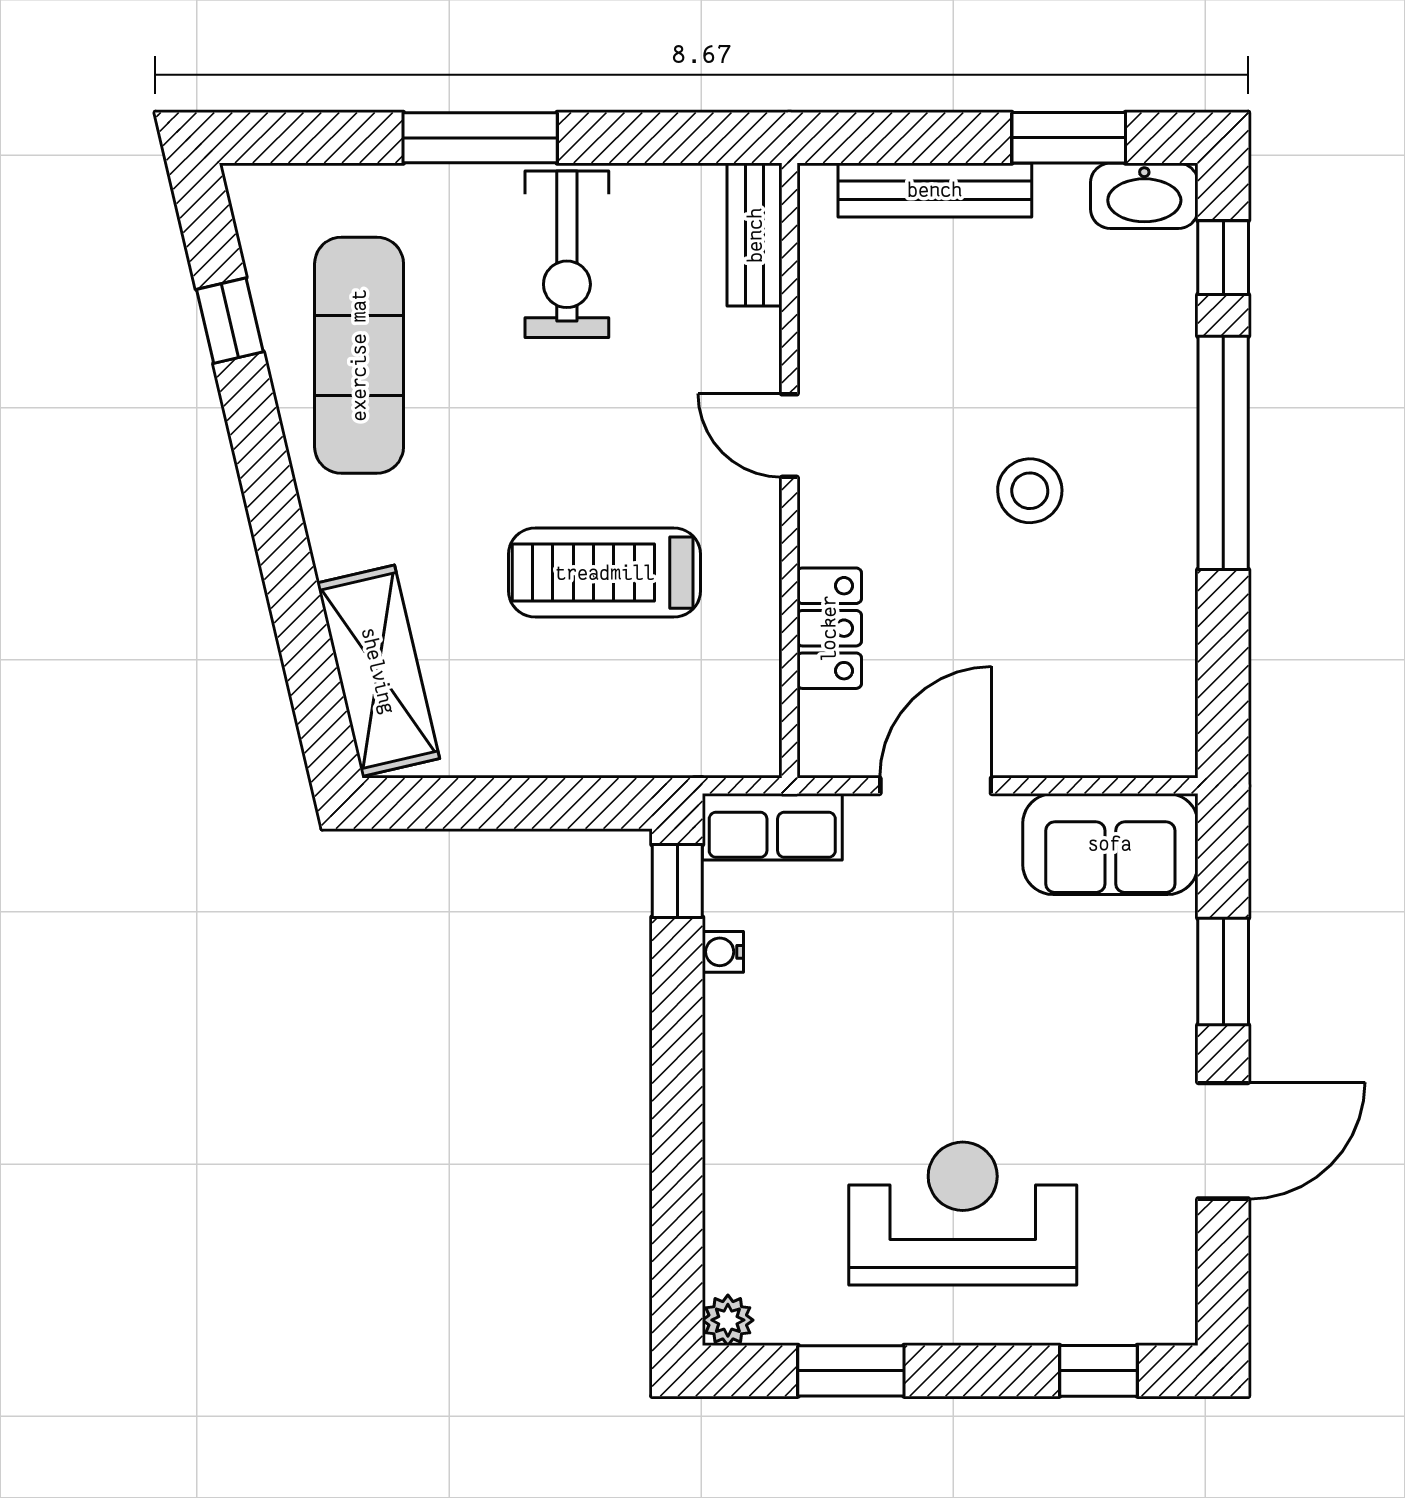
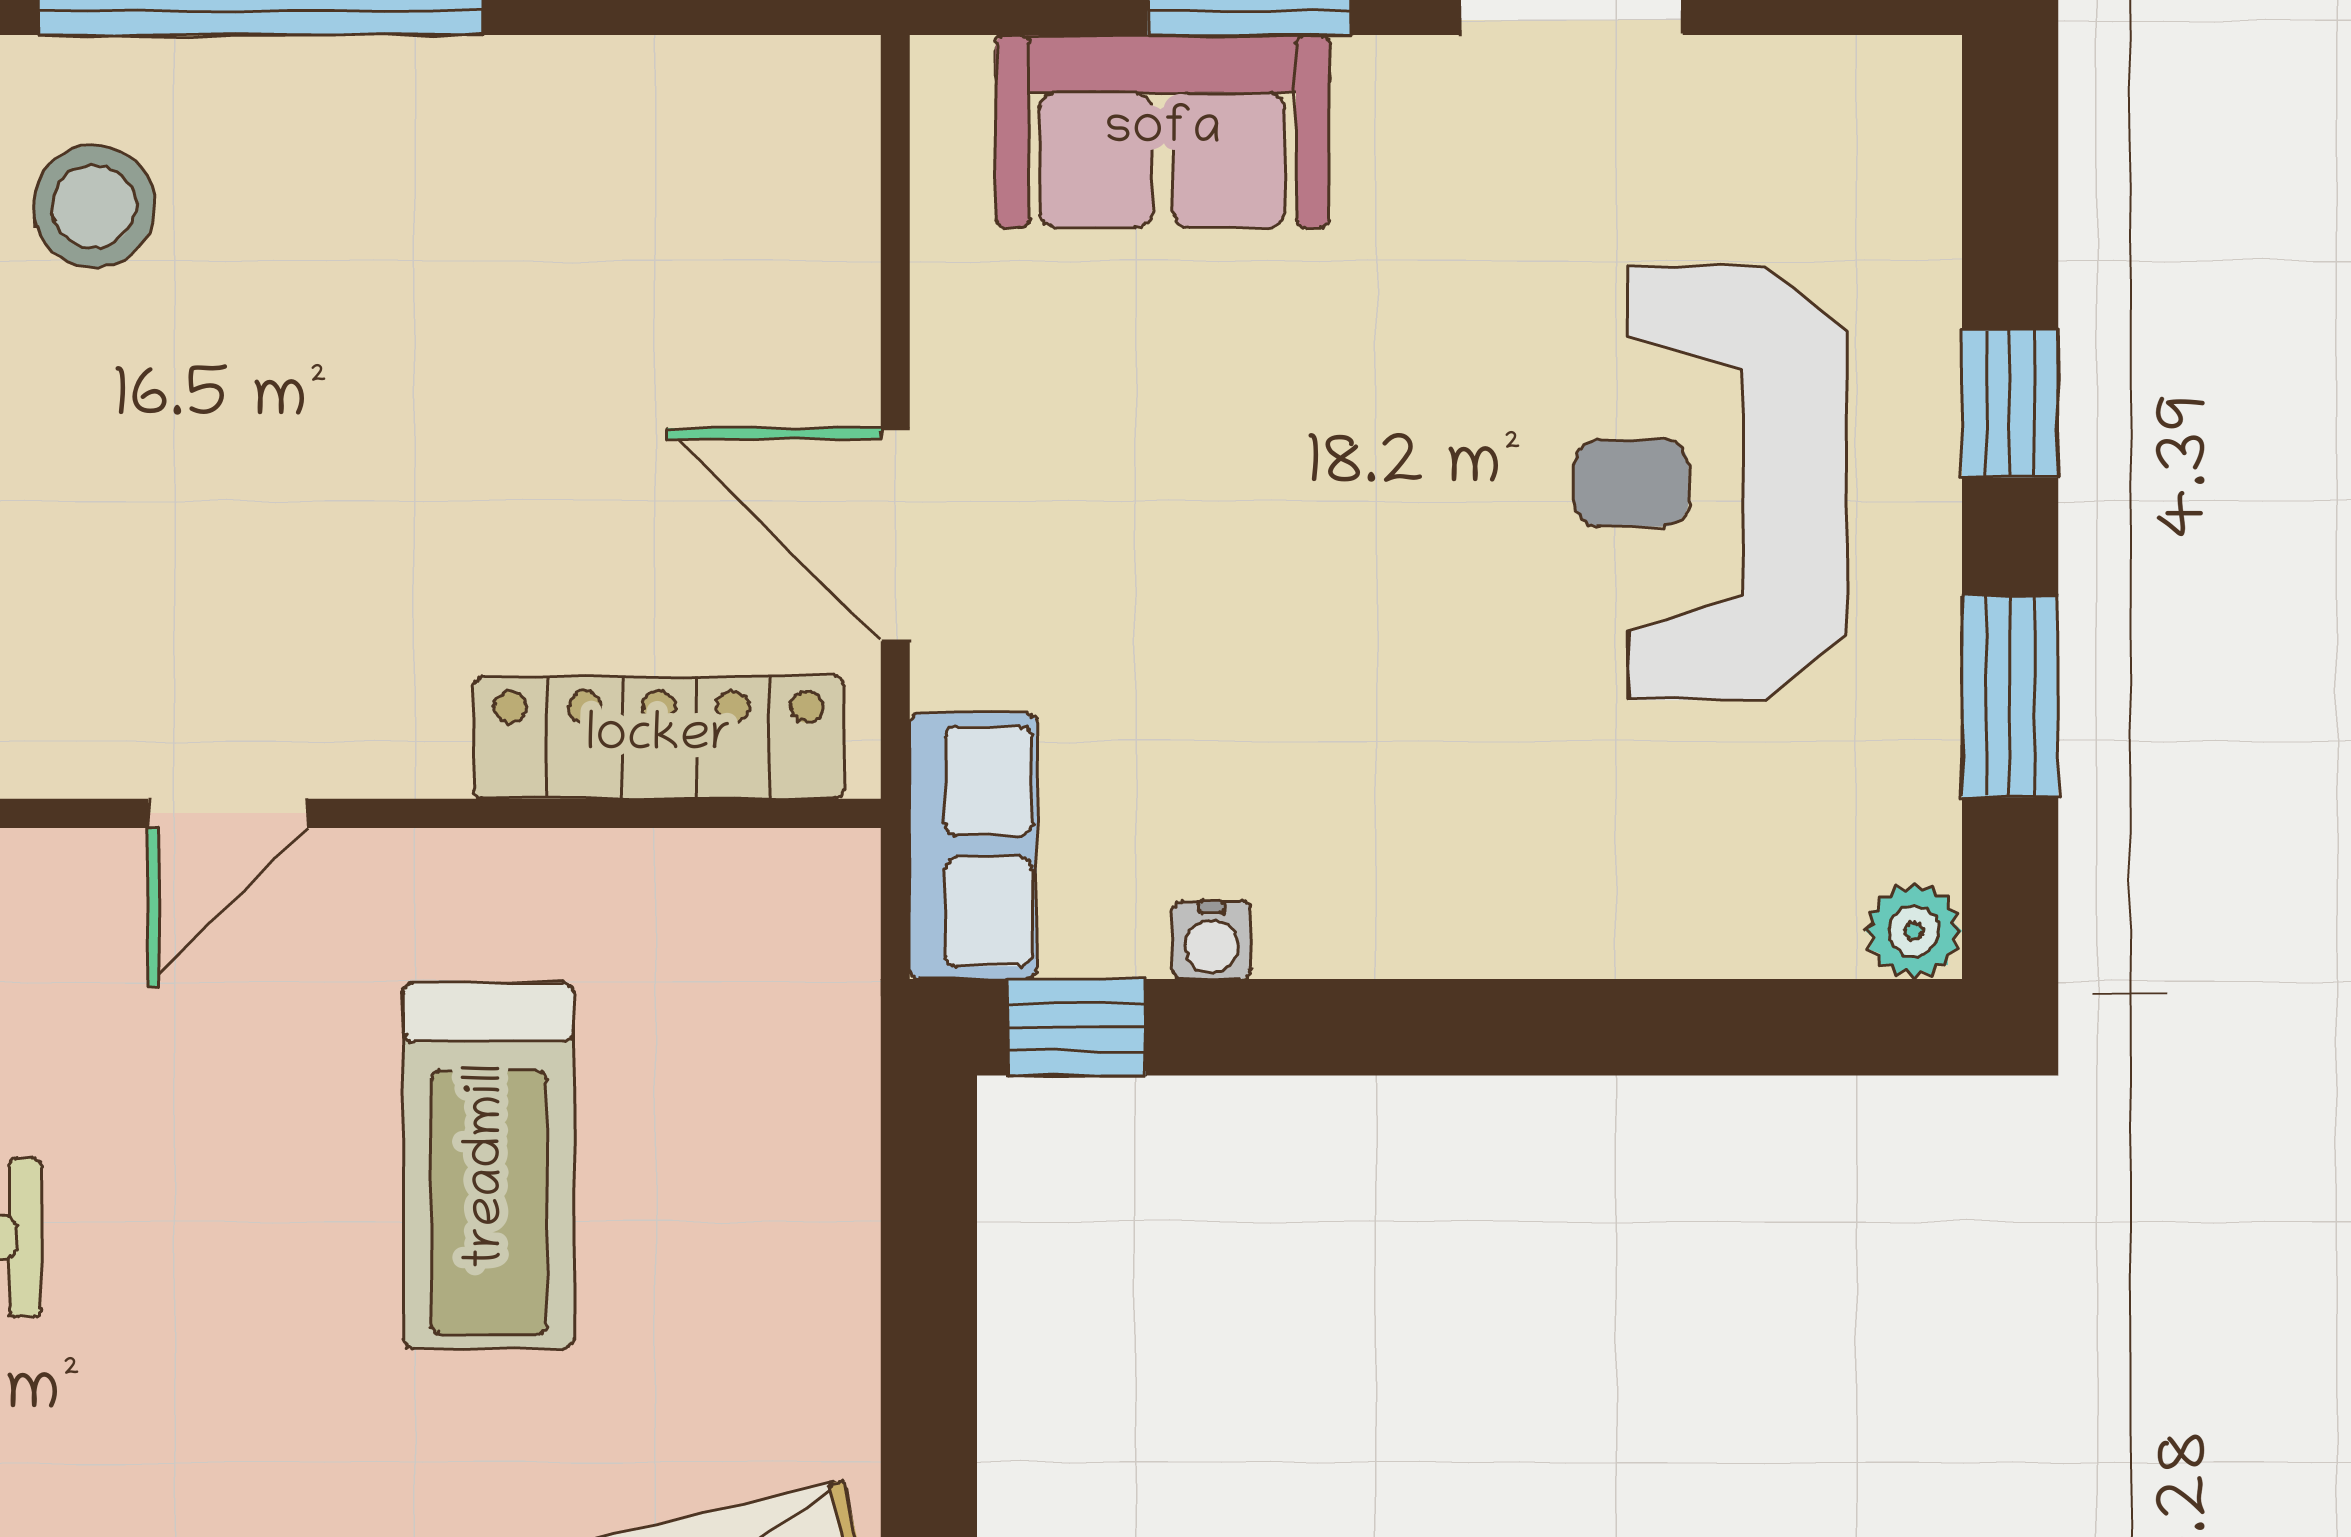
stool: (1030, 491) -> (94, 206), moved
locker: (829, 628) -> (659, 738), width x1.53
sofa: (1110, 844) -> (1163, 131), moved, turned 90
window: (1098, 1371) -> (2010, 403), moved

